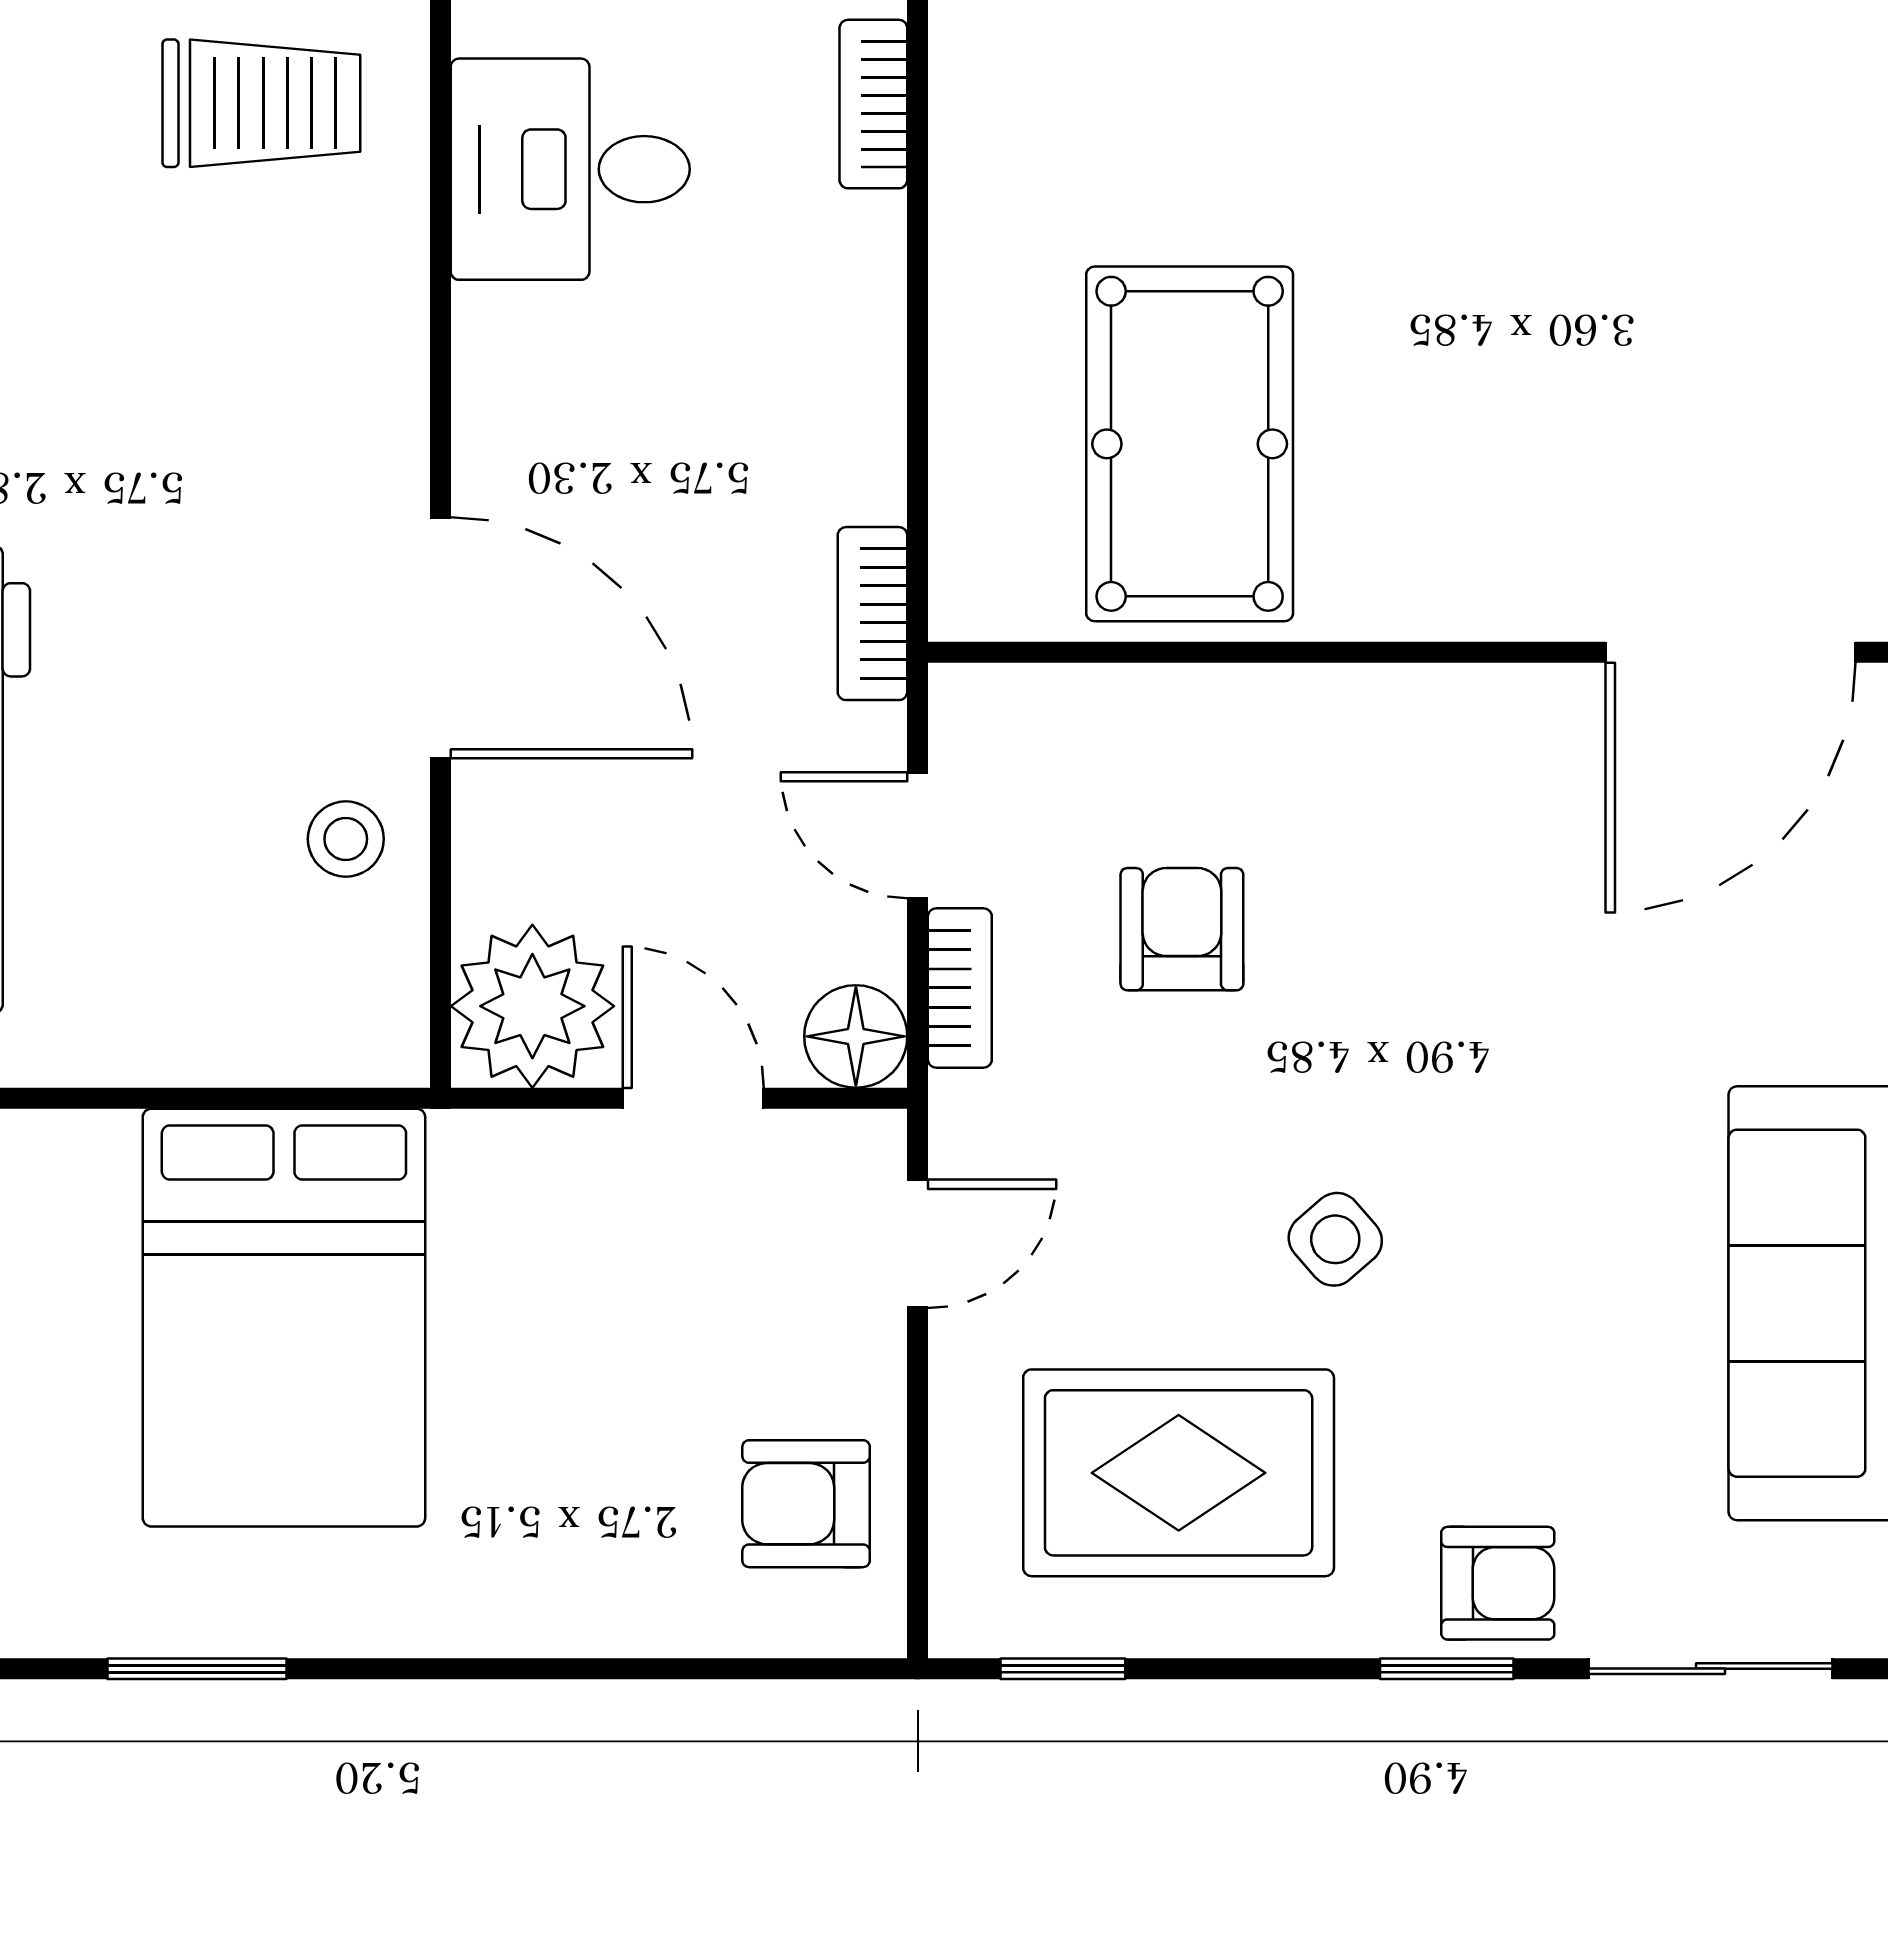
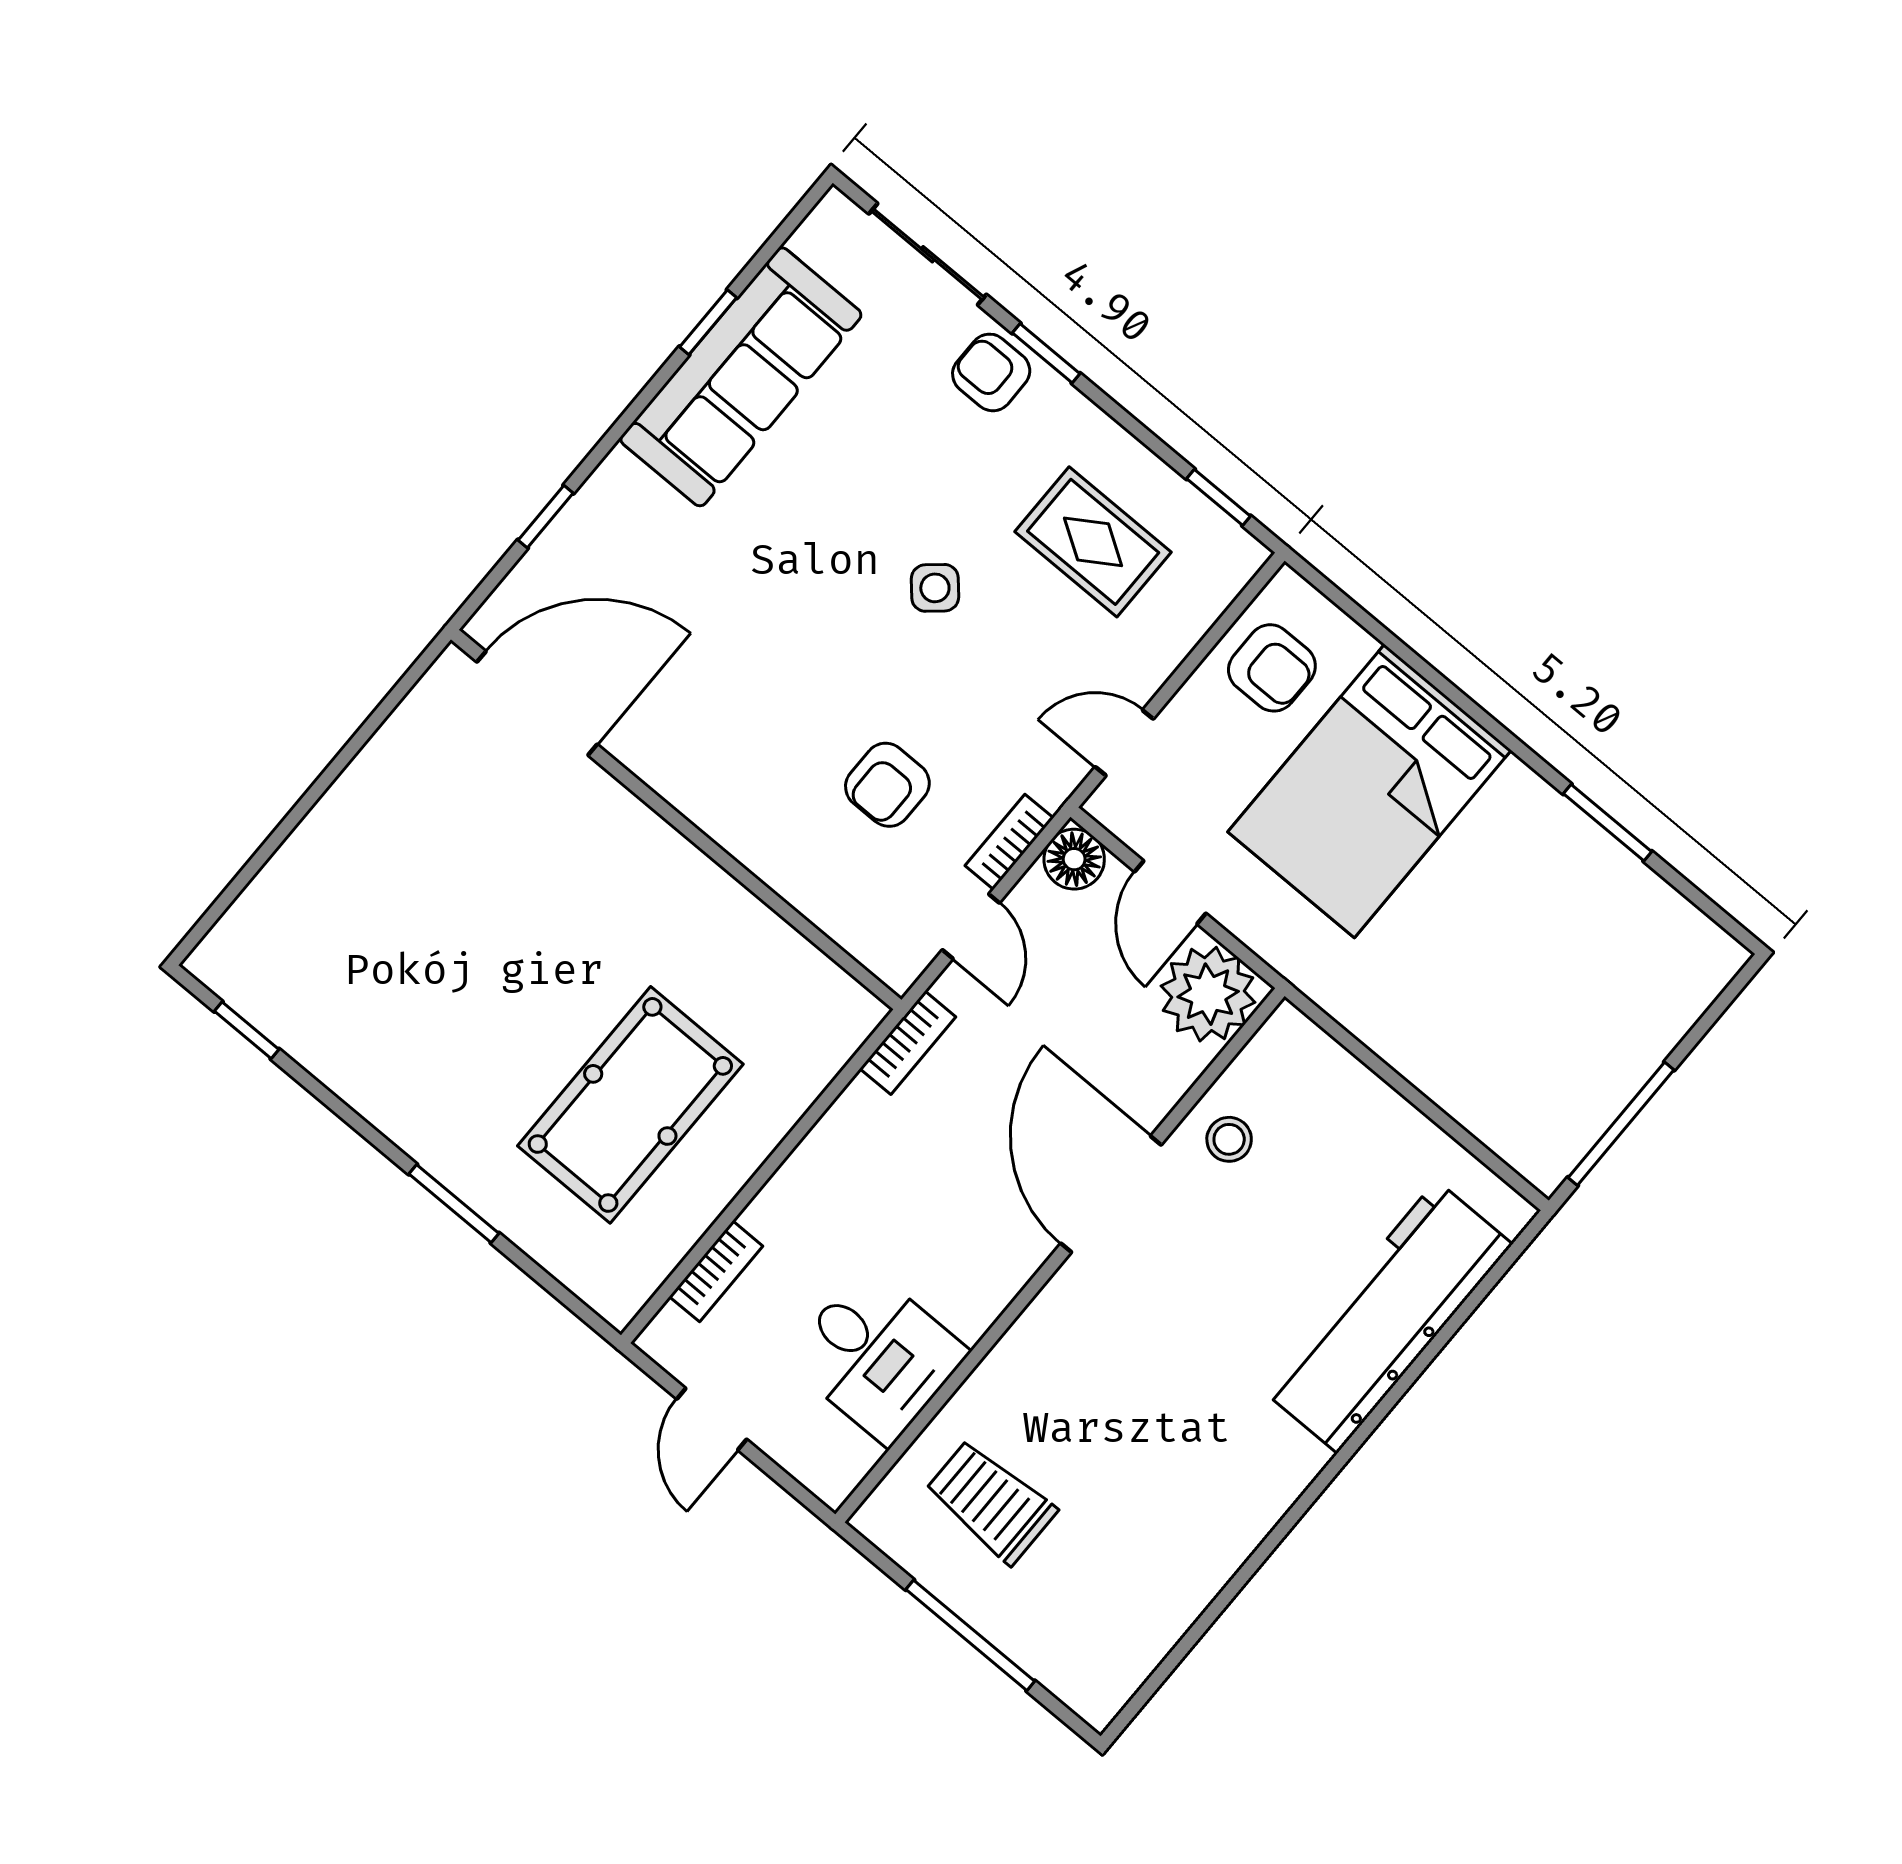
pool table: (1190, 444) -> (630, 1105), moved
bed: (284, 1318) -> (1370, 791), moved, turned 180
rug: (1179, 1473) -> (1093, 542), width x0.73, depth x0.70

